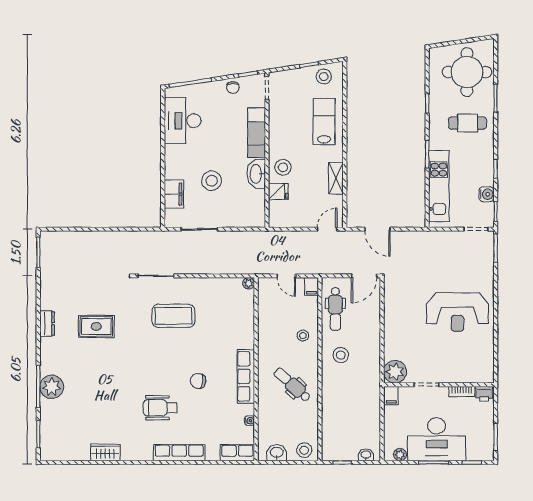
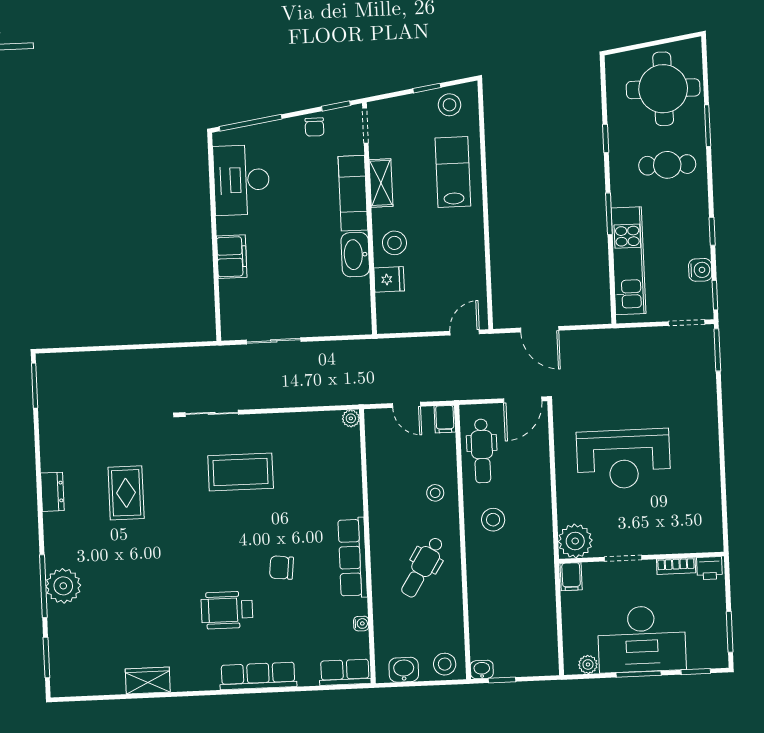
shelving: (336, 178) -> (381, 183), moved
stool: (212, 181) -> (289, 268), removed
filing cabinet: (174, 194) -> (232, 257), moved
reception desk: (457, 312) -> (623, 459), moved
rug: (96, 326) -> (126, 493), turned 90
dental chair: (292, 385) -> (422, 567), turned -100
washbasin: (366, 455) -> (482, 670), moved

